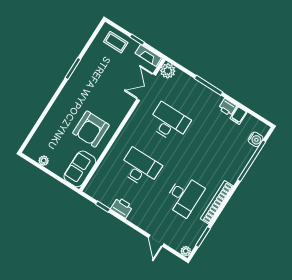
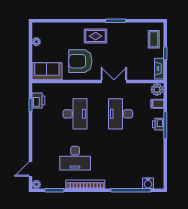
double door: (146, 87) -> (114, 82), moved
rug: (76, 98) -> (96, 36), added
printer: (227, 107) -> (158, 124), moved
filing cabinet: (238, 115) -> (157, 104), moved
desk: (169, 122) -> (121, 114), turned 180
printer: (122, 208) -> (38, 100), moved
door: (156, 241) -> (30, 169), moved

